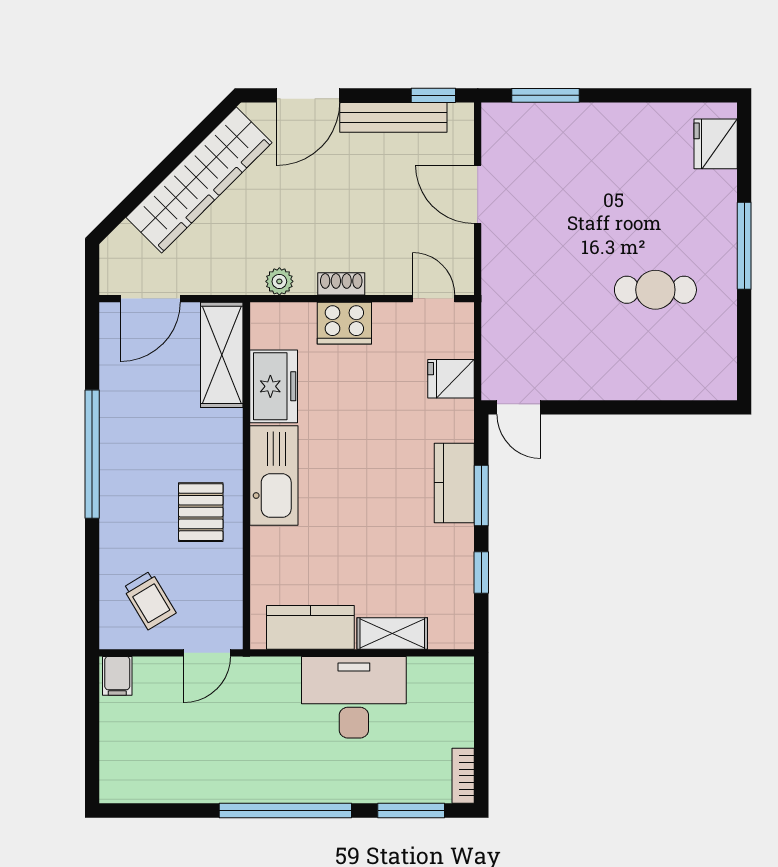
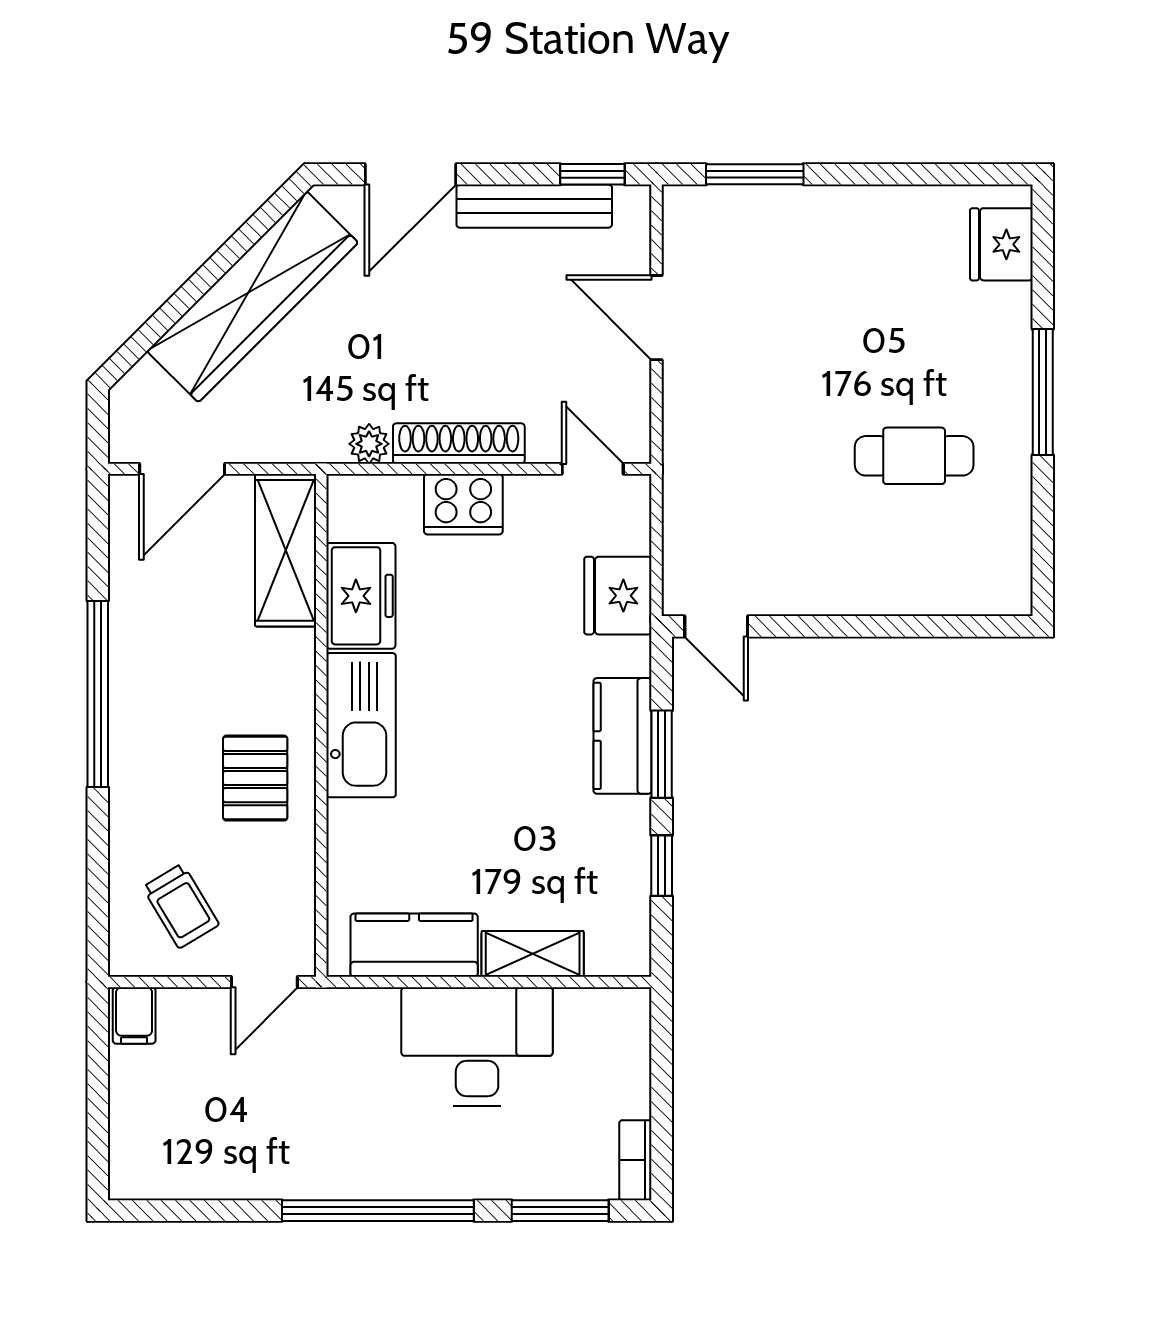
shoe rack: (341, 284) -> (459, 443), width x1.94, depth x1.24
fridge: (451, 379) -> (618, 596), width x1.38

